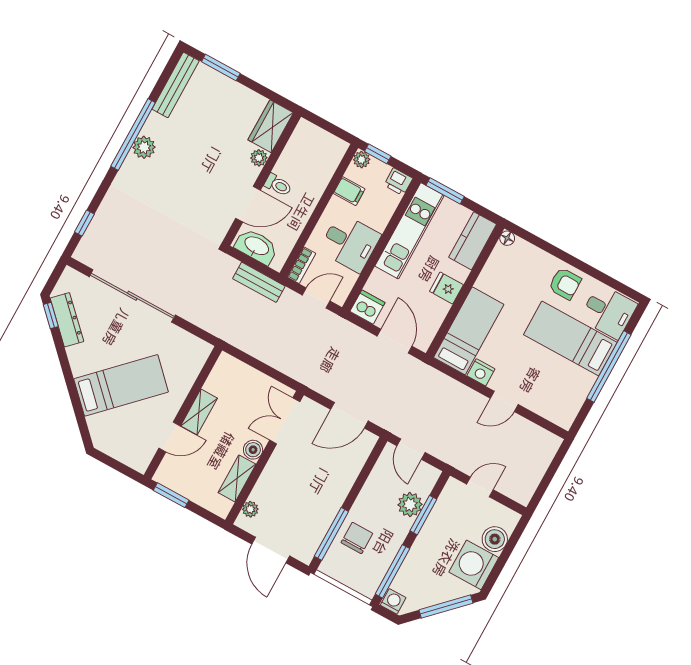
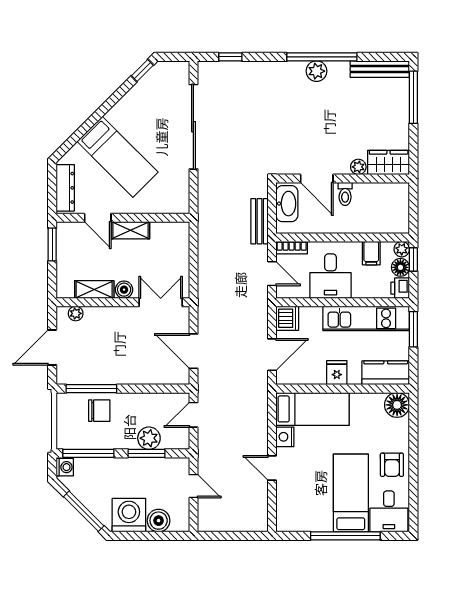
window: (221, 68) -> (413, 97), width x1.44
floor lamp: (378, 170) -> (400, 267), added
floor lamp: (507, 238) -> (397, 405), width x1.89, depth x1.89
dresser: (67, 320) -> (65, 188), moved, turned -45

